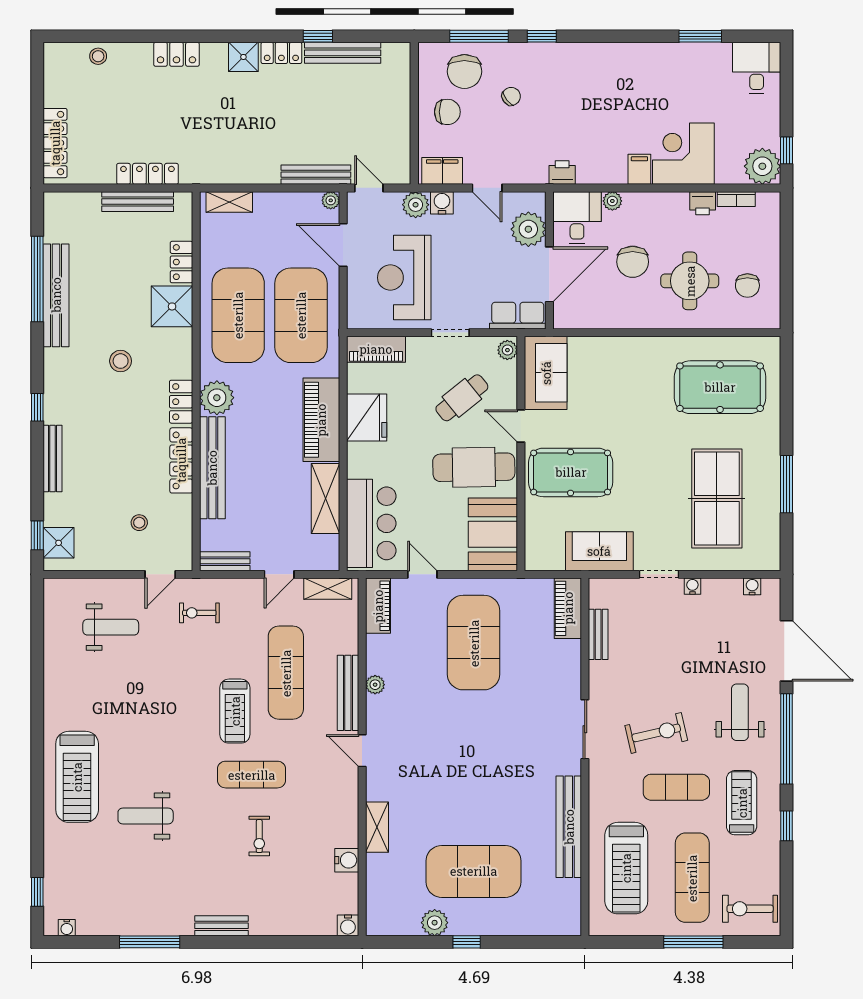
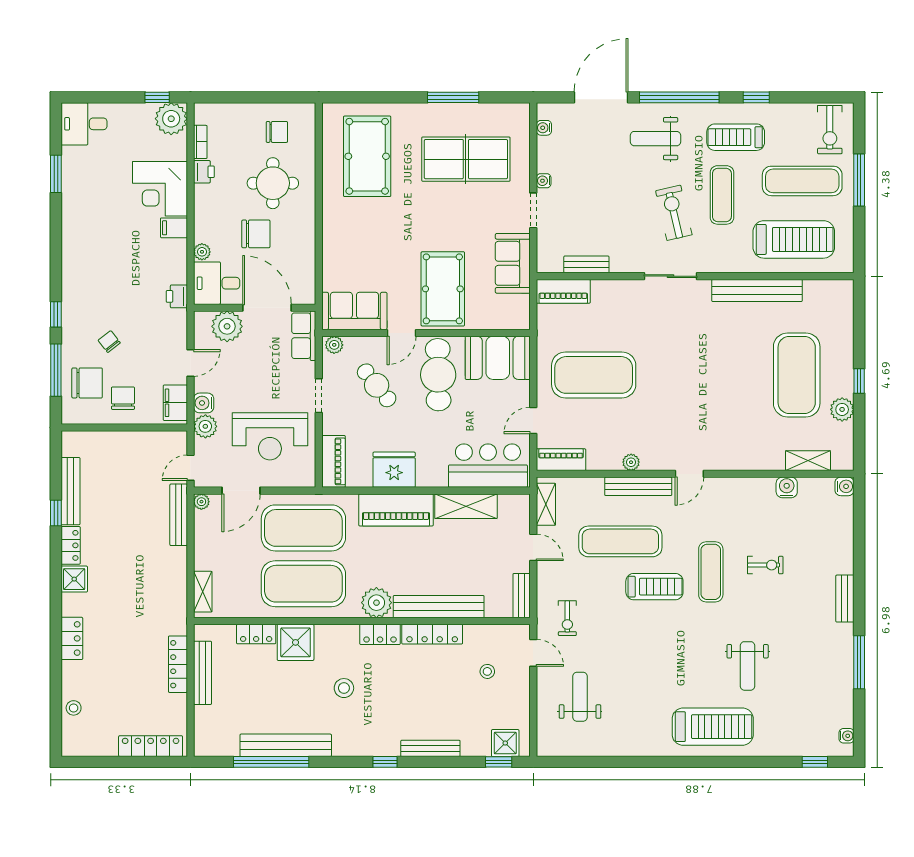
shelving: (377, 827) -> (808, 461), moved

